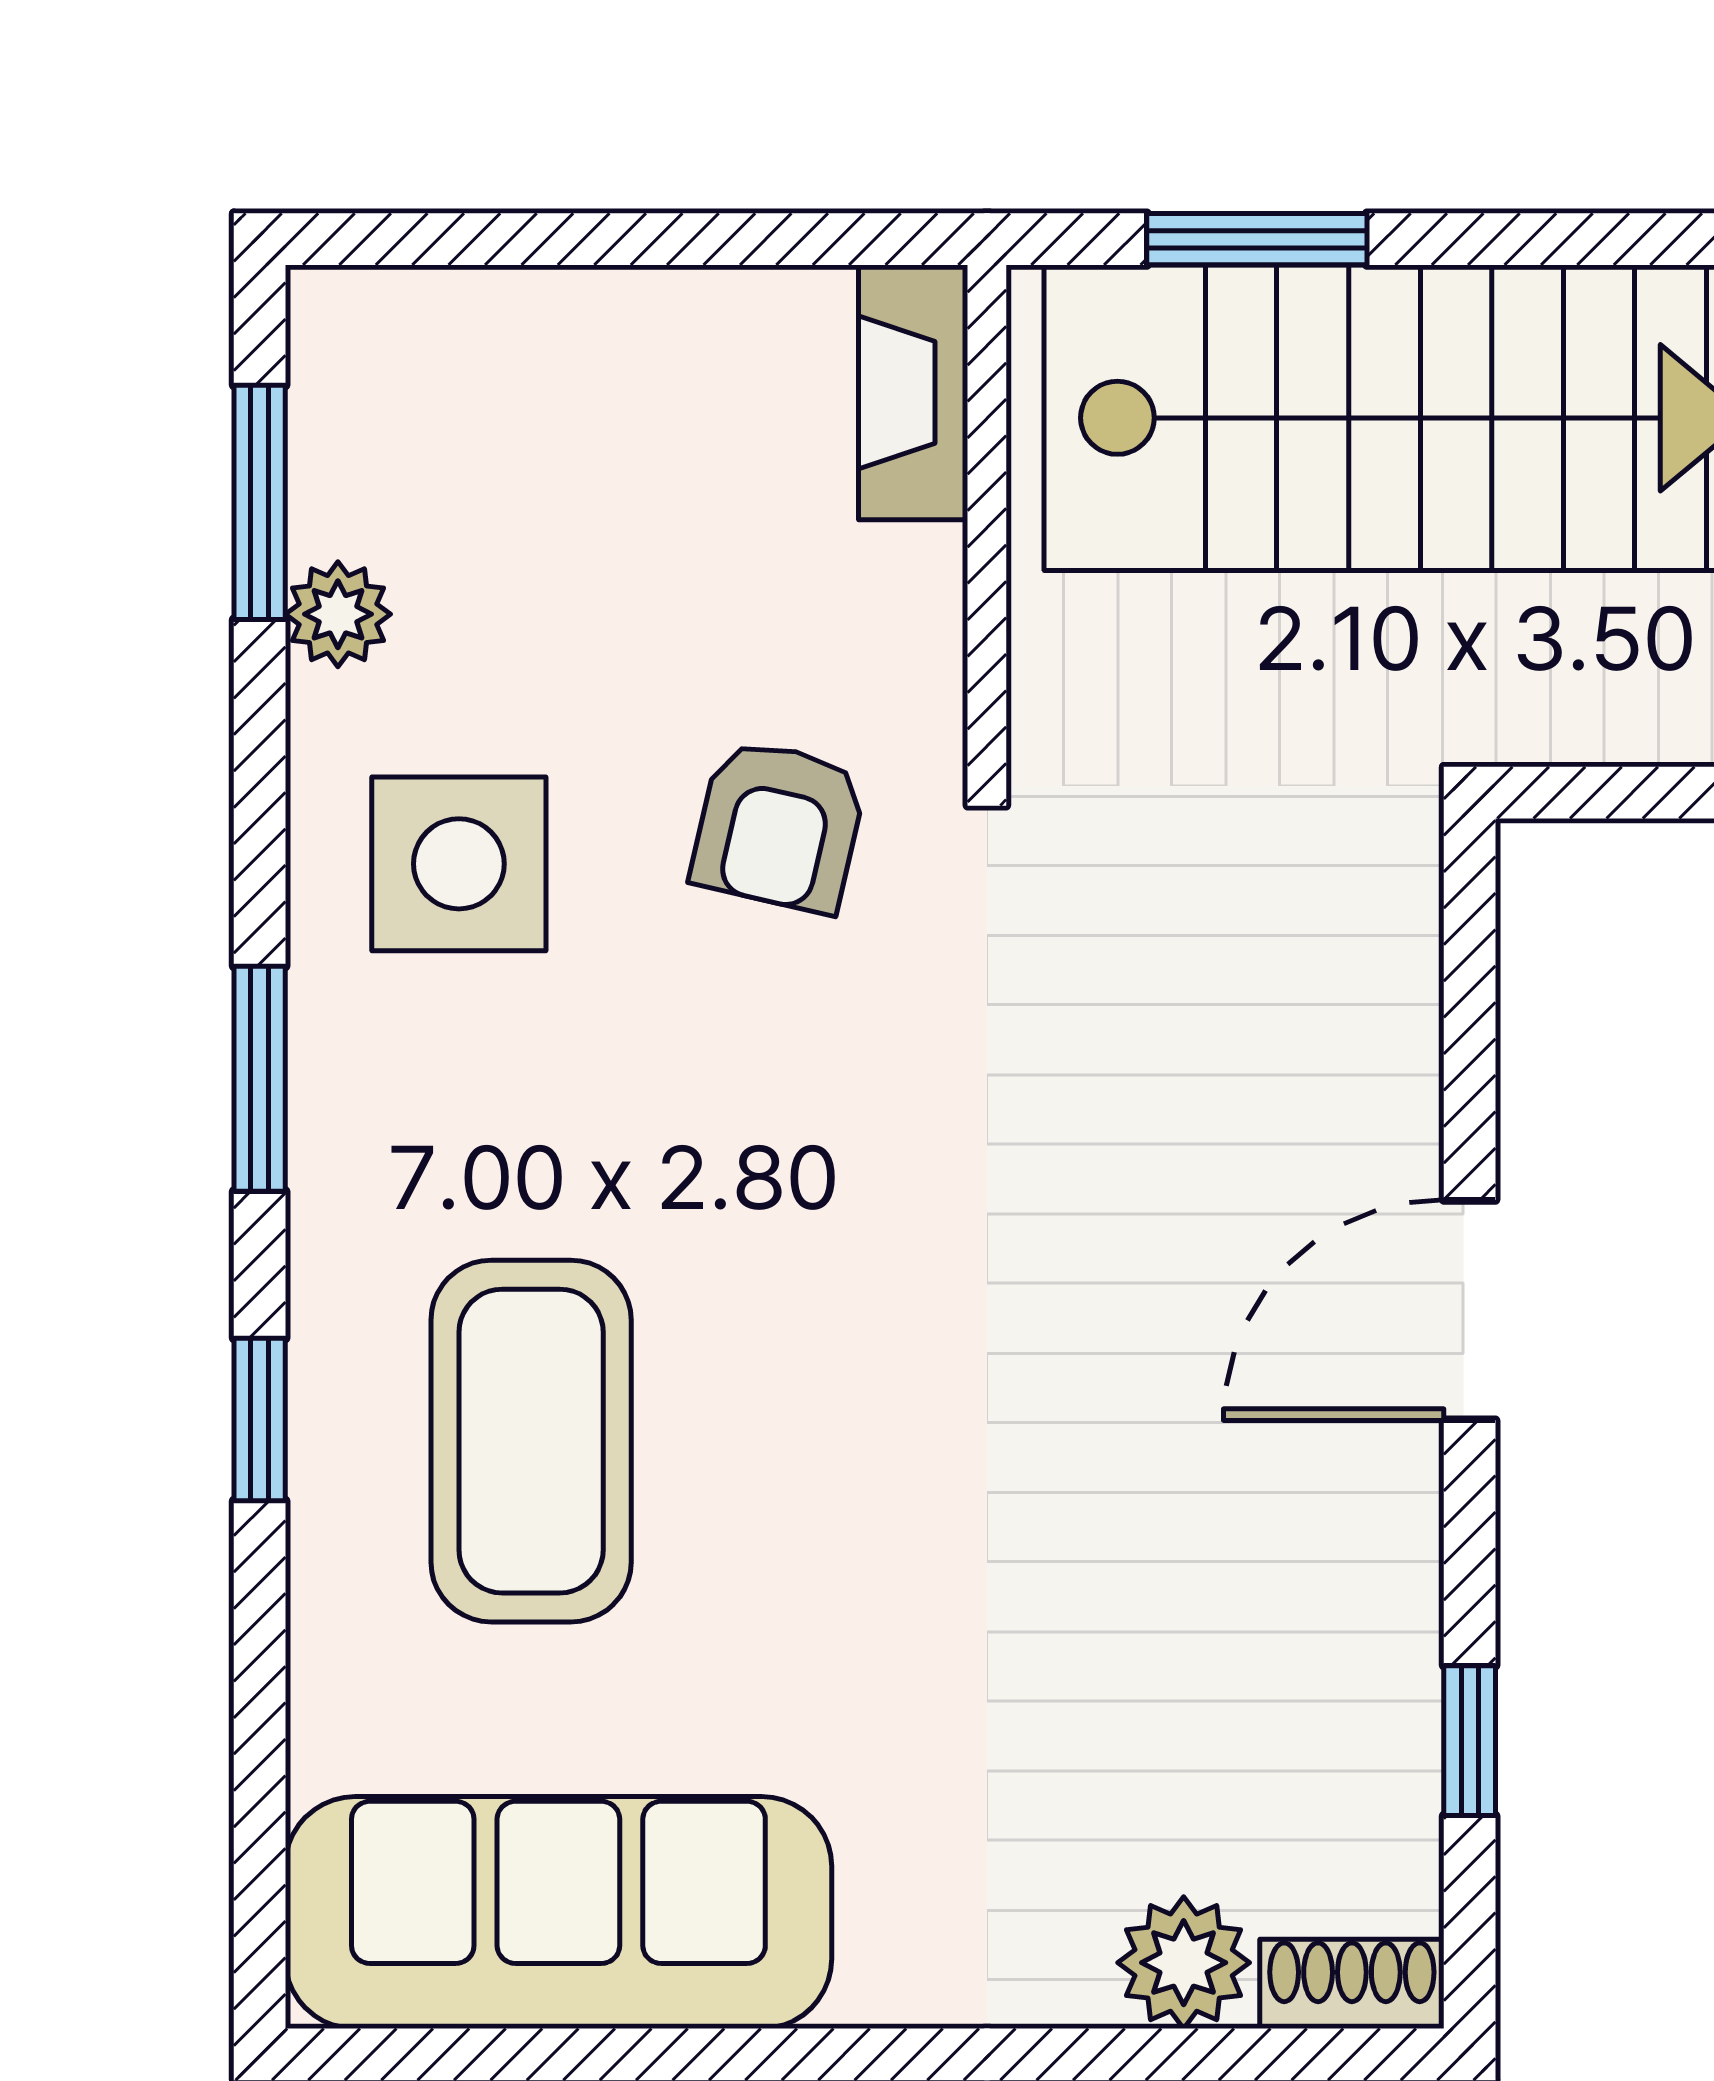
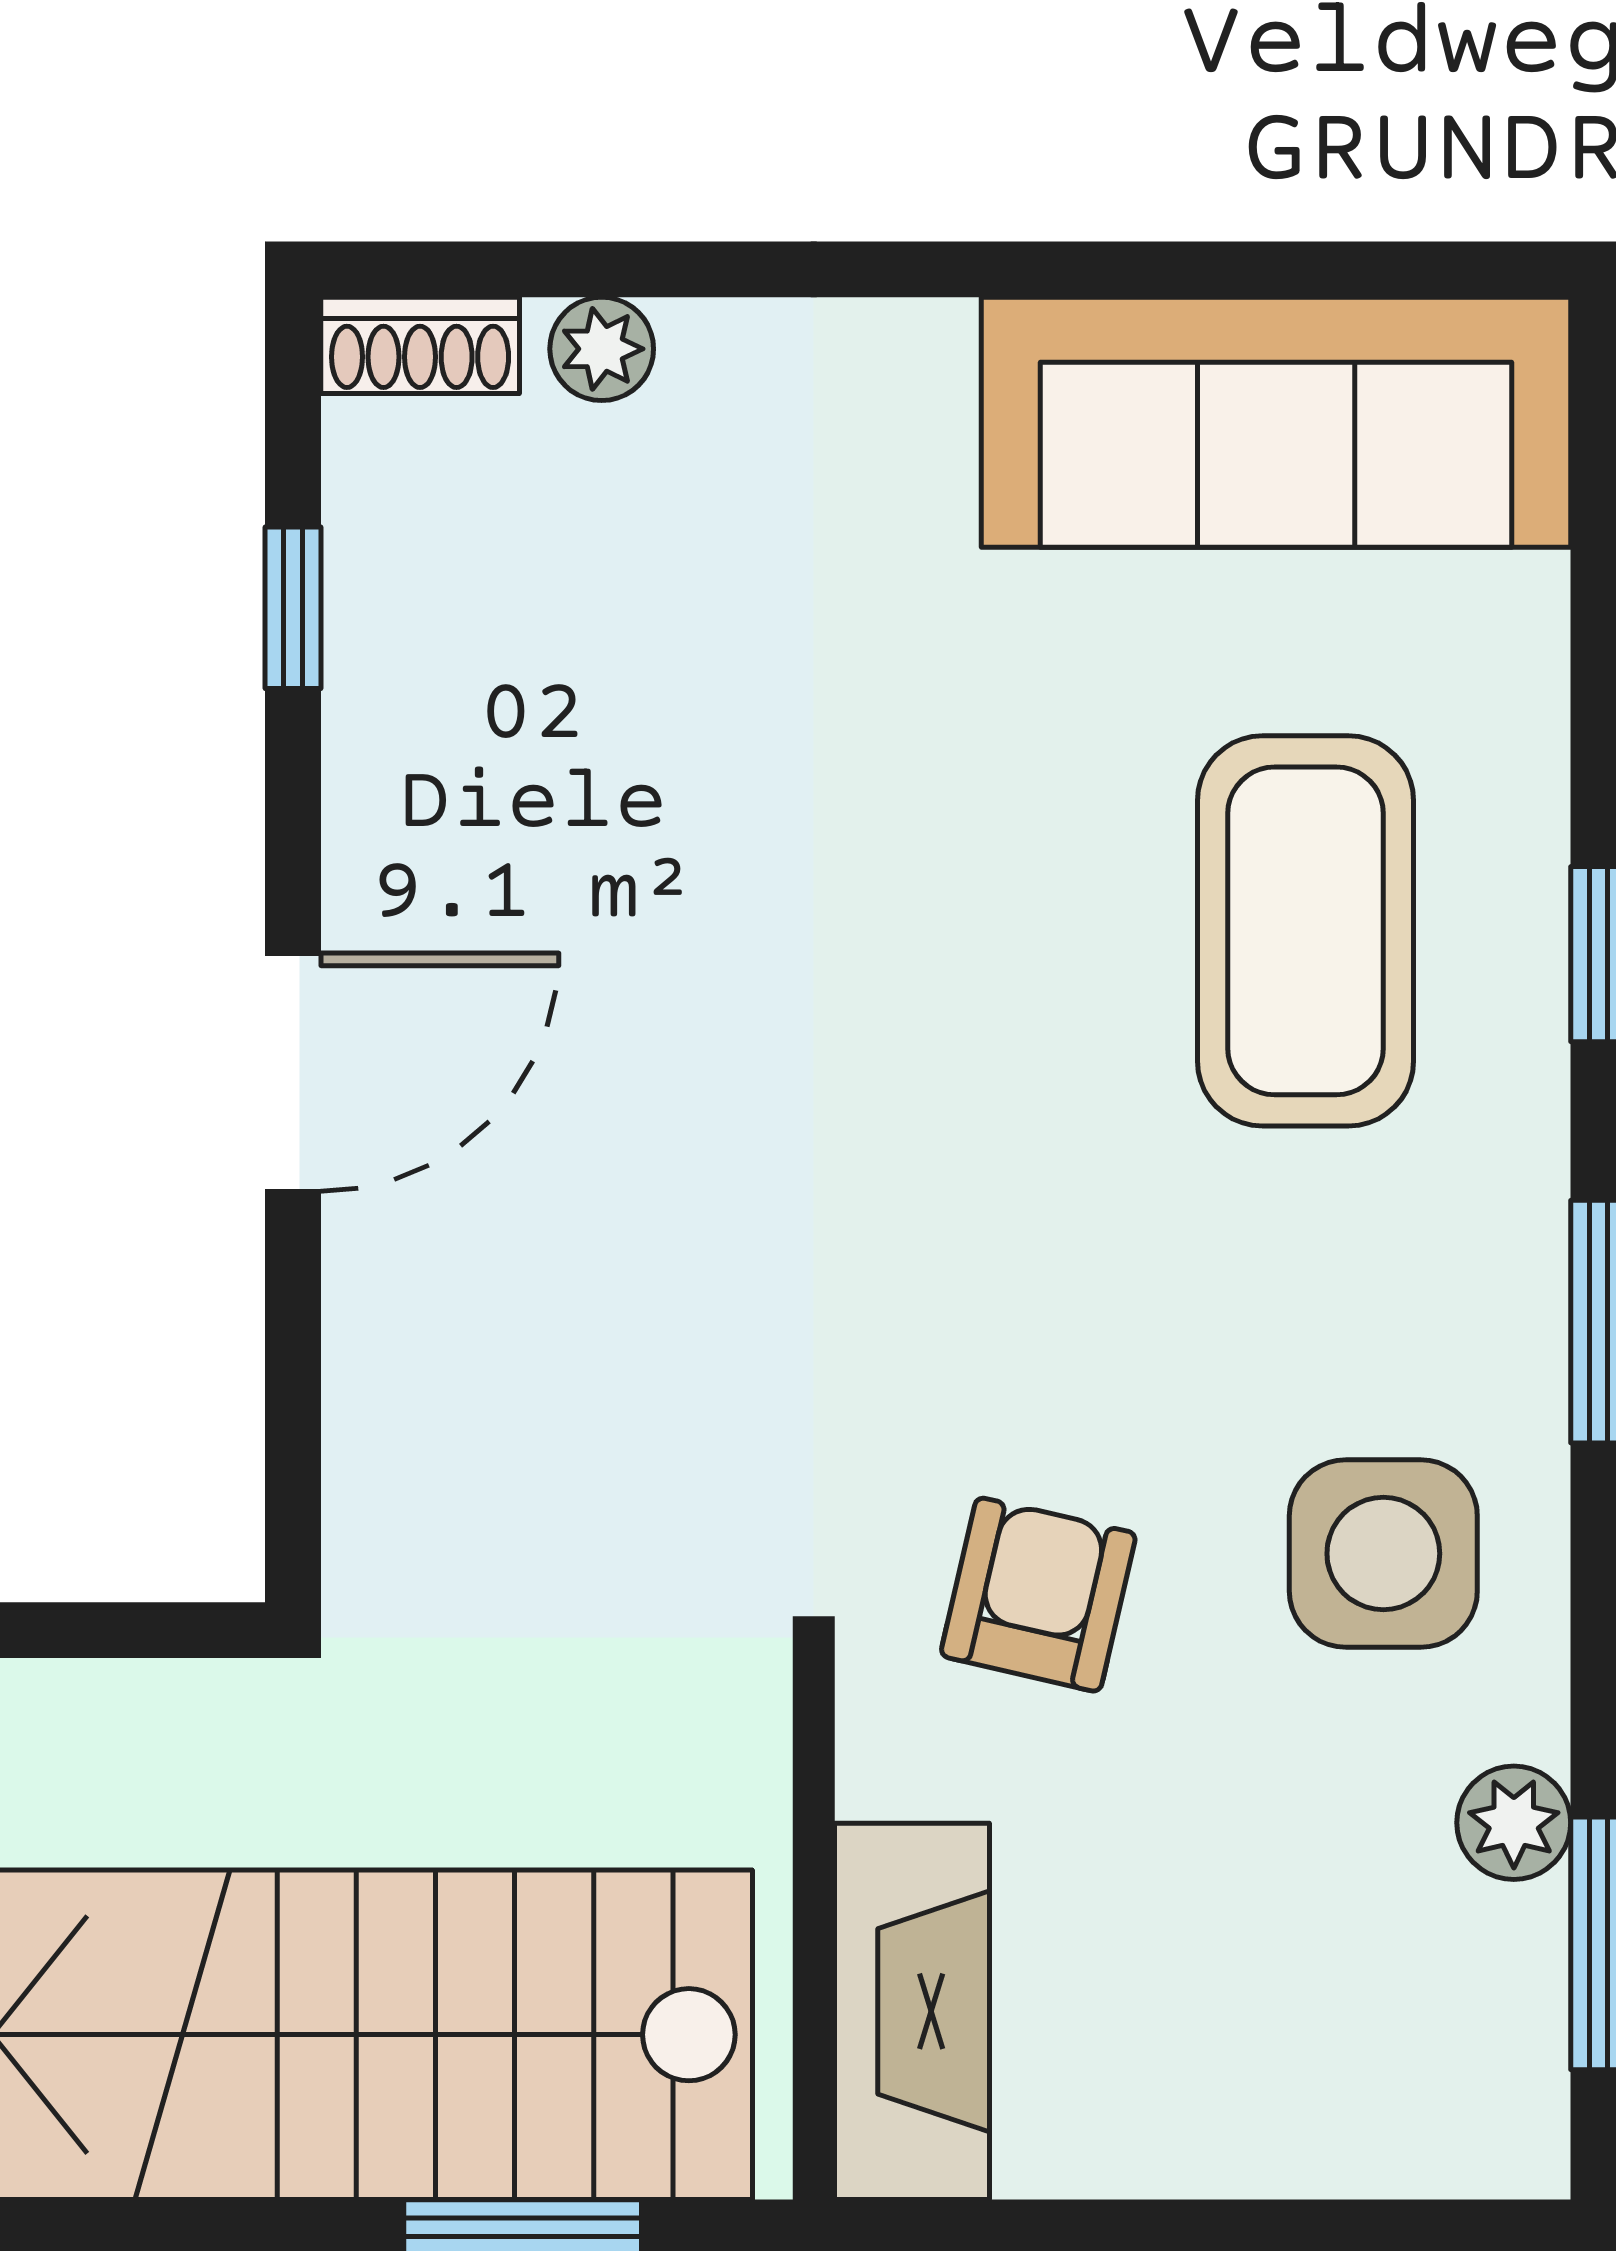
fireplace: (913, 392) -> (912, 2011), width x1.37, depth x1.32
plant: (1184, 1963) -> (602, 349), width x0.73, depth x0.73

